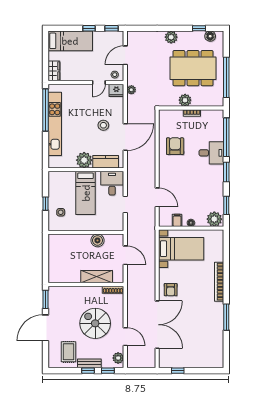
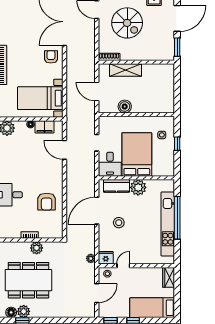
plant: (171, 37) -> (24, 311), moved
window: (45, 110) -> (177, 218), moved
bed: (86, 193) -> (137, 154), width x1.50
filing cabinet: (177, 220) -> (44, 127), width x2.00

